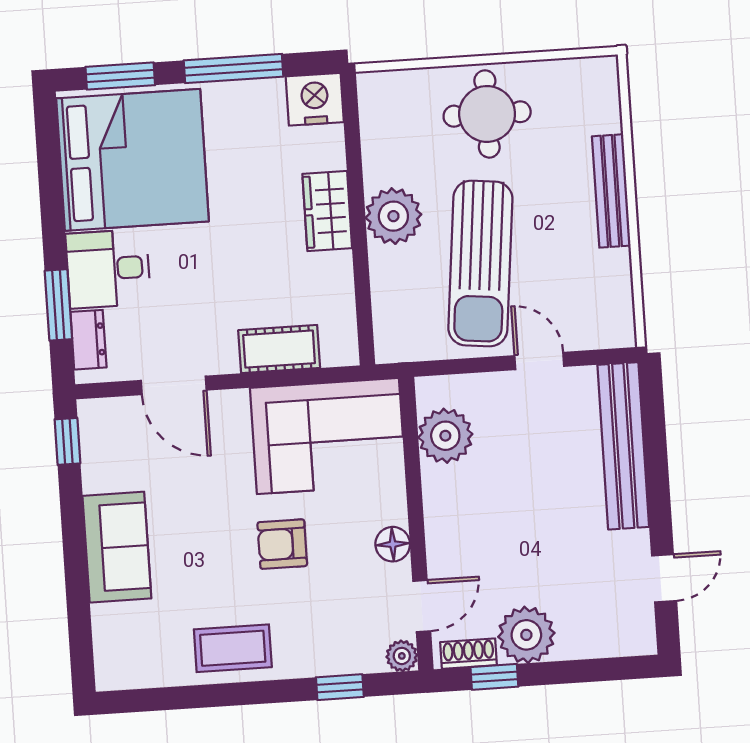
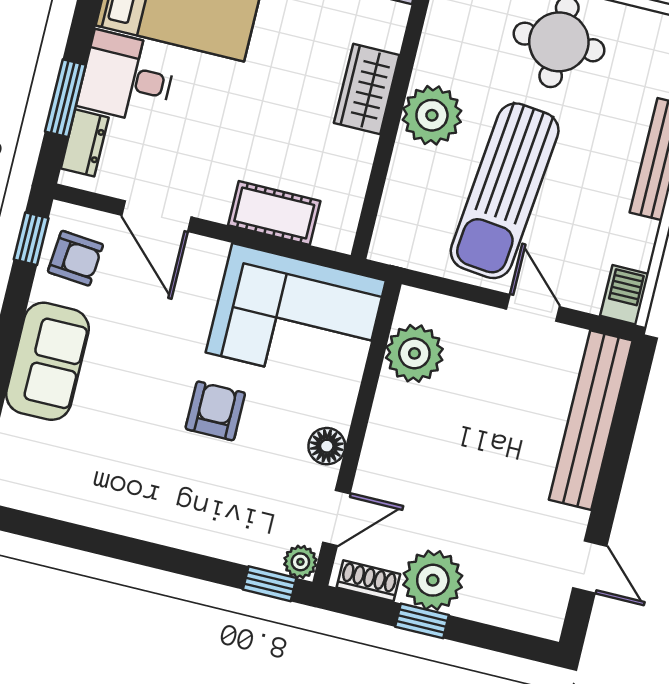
barbecue: (618, 323) -> (625, 295), added
armchair: (113, 446) -> (75, 258), added
armchair: (282, 544) -> (215, 411), turned 90
door: (664, 578) -> (590, 567), hinge flipped
coffee table: (233, 648) -> (132, 500), removed
window: (494, 677) -> (422, 621), moved
window: (340, 687) -> (270, 584), moved

